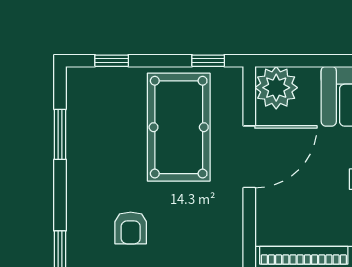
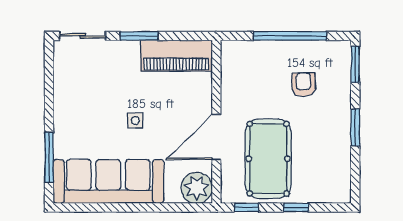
window: (112, 61) -> (296, 207), moved
window: (60, 134) -> (355, 127), moved

